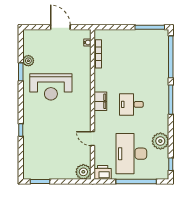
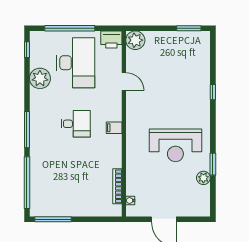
reception desk: (51, 87) -> (175, 145), turned 180
filing cabinet: (100, 101) -> (114, 128), width x0.50

